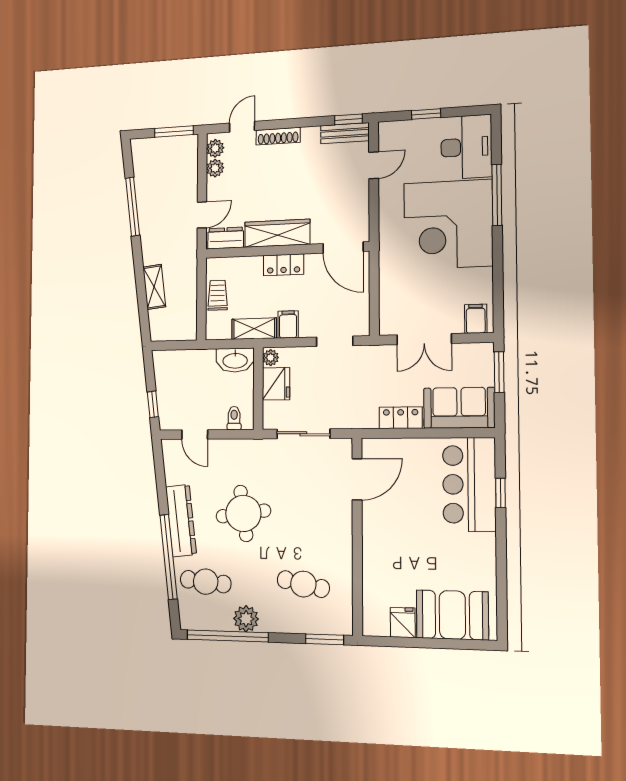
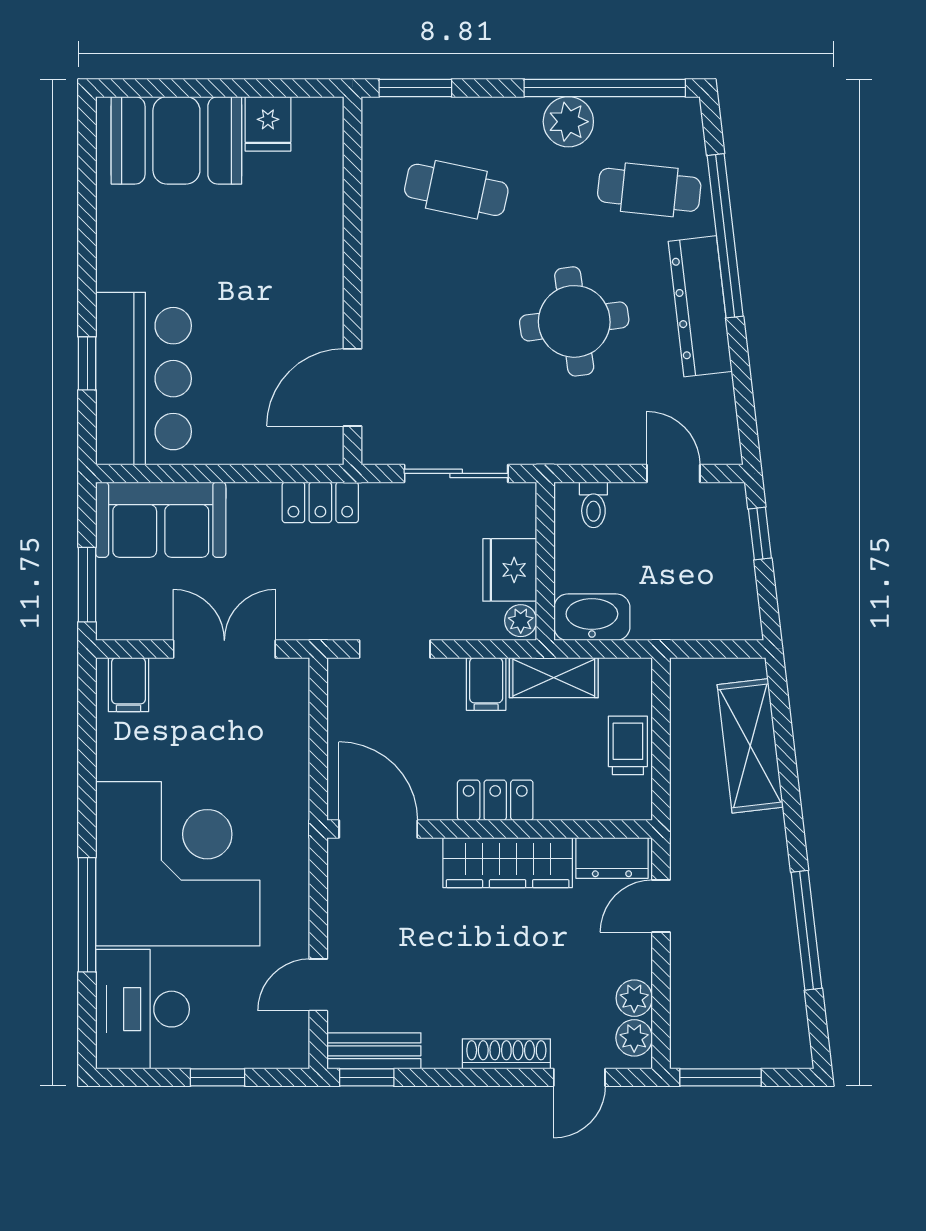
shelving: (154, 287) -> (750, 746), width x1.50, depth x1.33
trolley: (218, 295) -> (628, 745), turned 180
locker: (401, 418) -> (320, 502), moved

